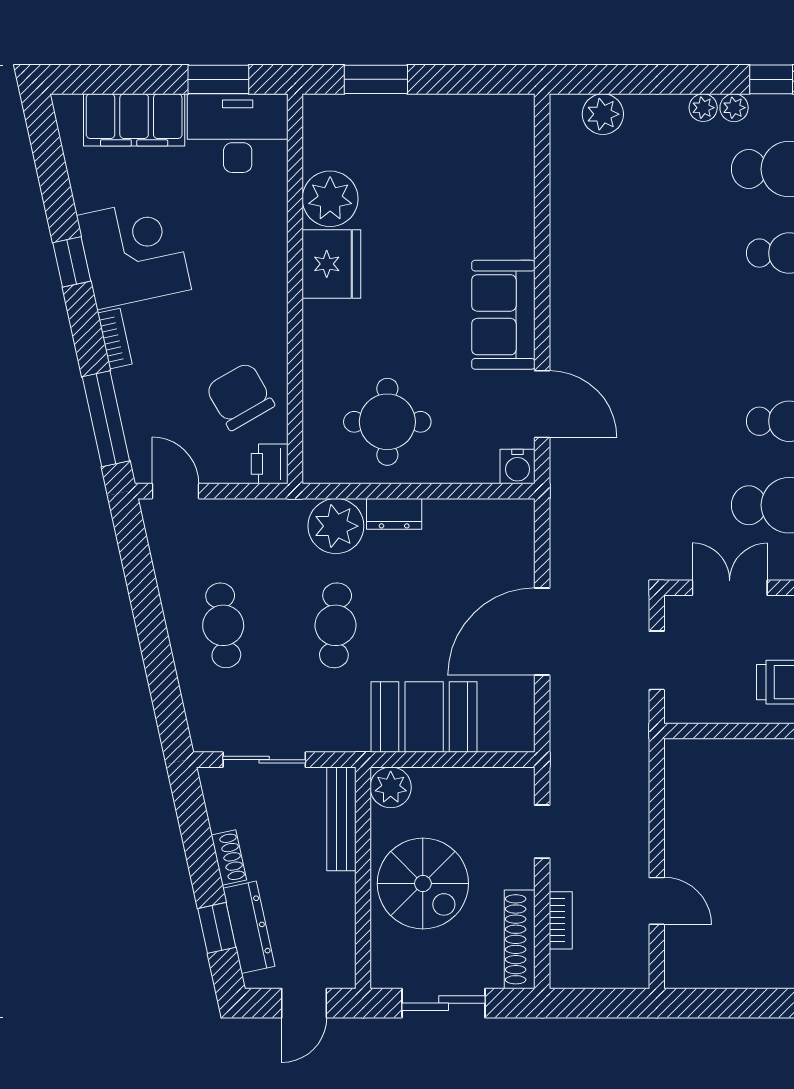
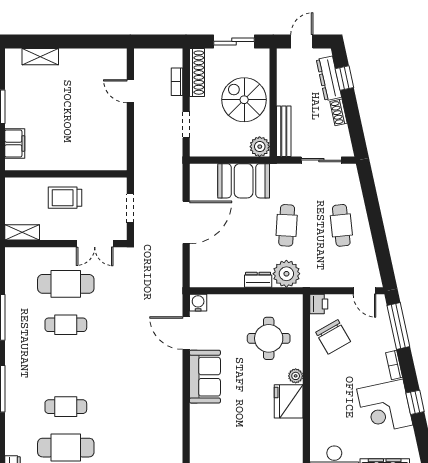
plant: (330, 199) -> (296, 376), moved, width x0.53, depth x0.53
round table: (387, 422) -> (269, 338), moved

